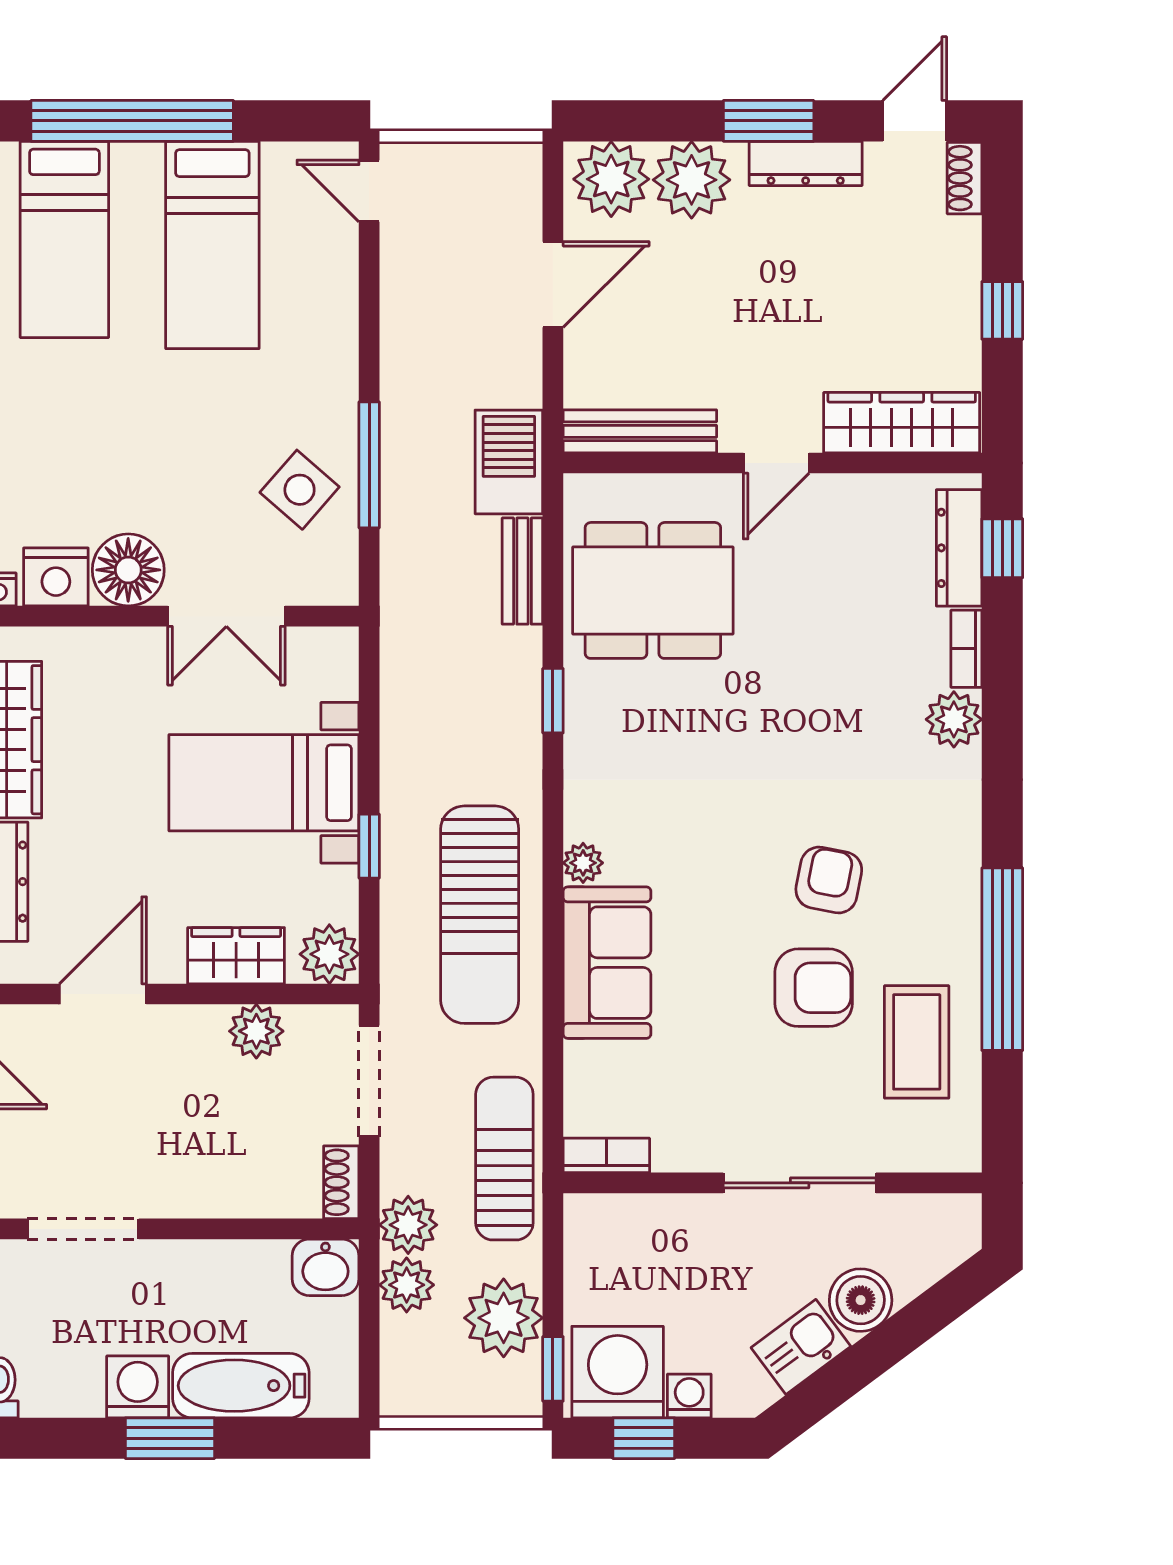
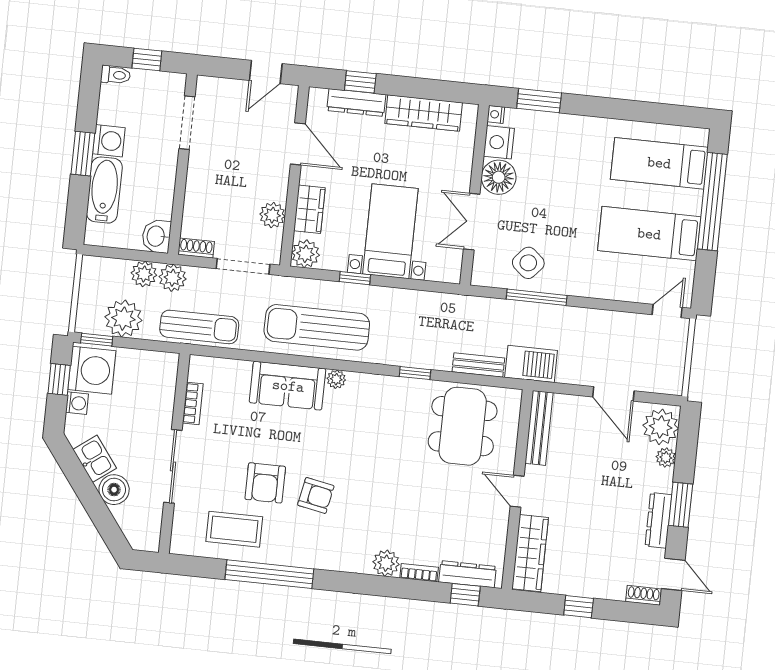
plant: (692, 180) -> (666, 457), width x0.53, depth x0.53
bookcase: (606, 1155) -> (193, 403), moved

